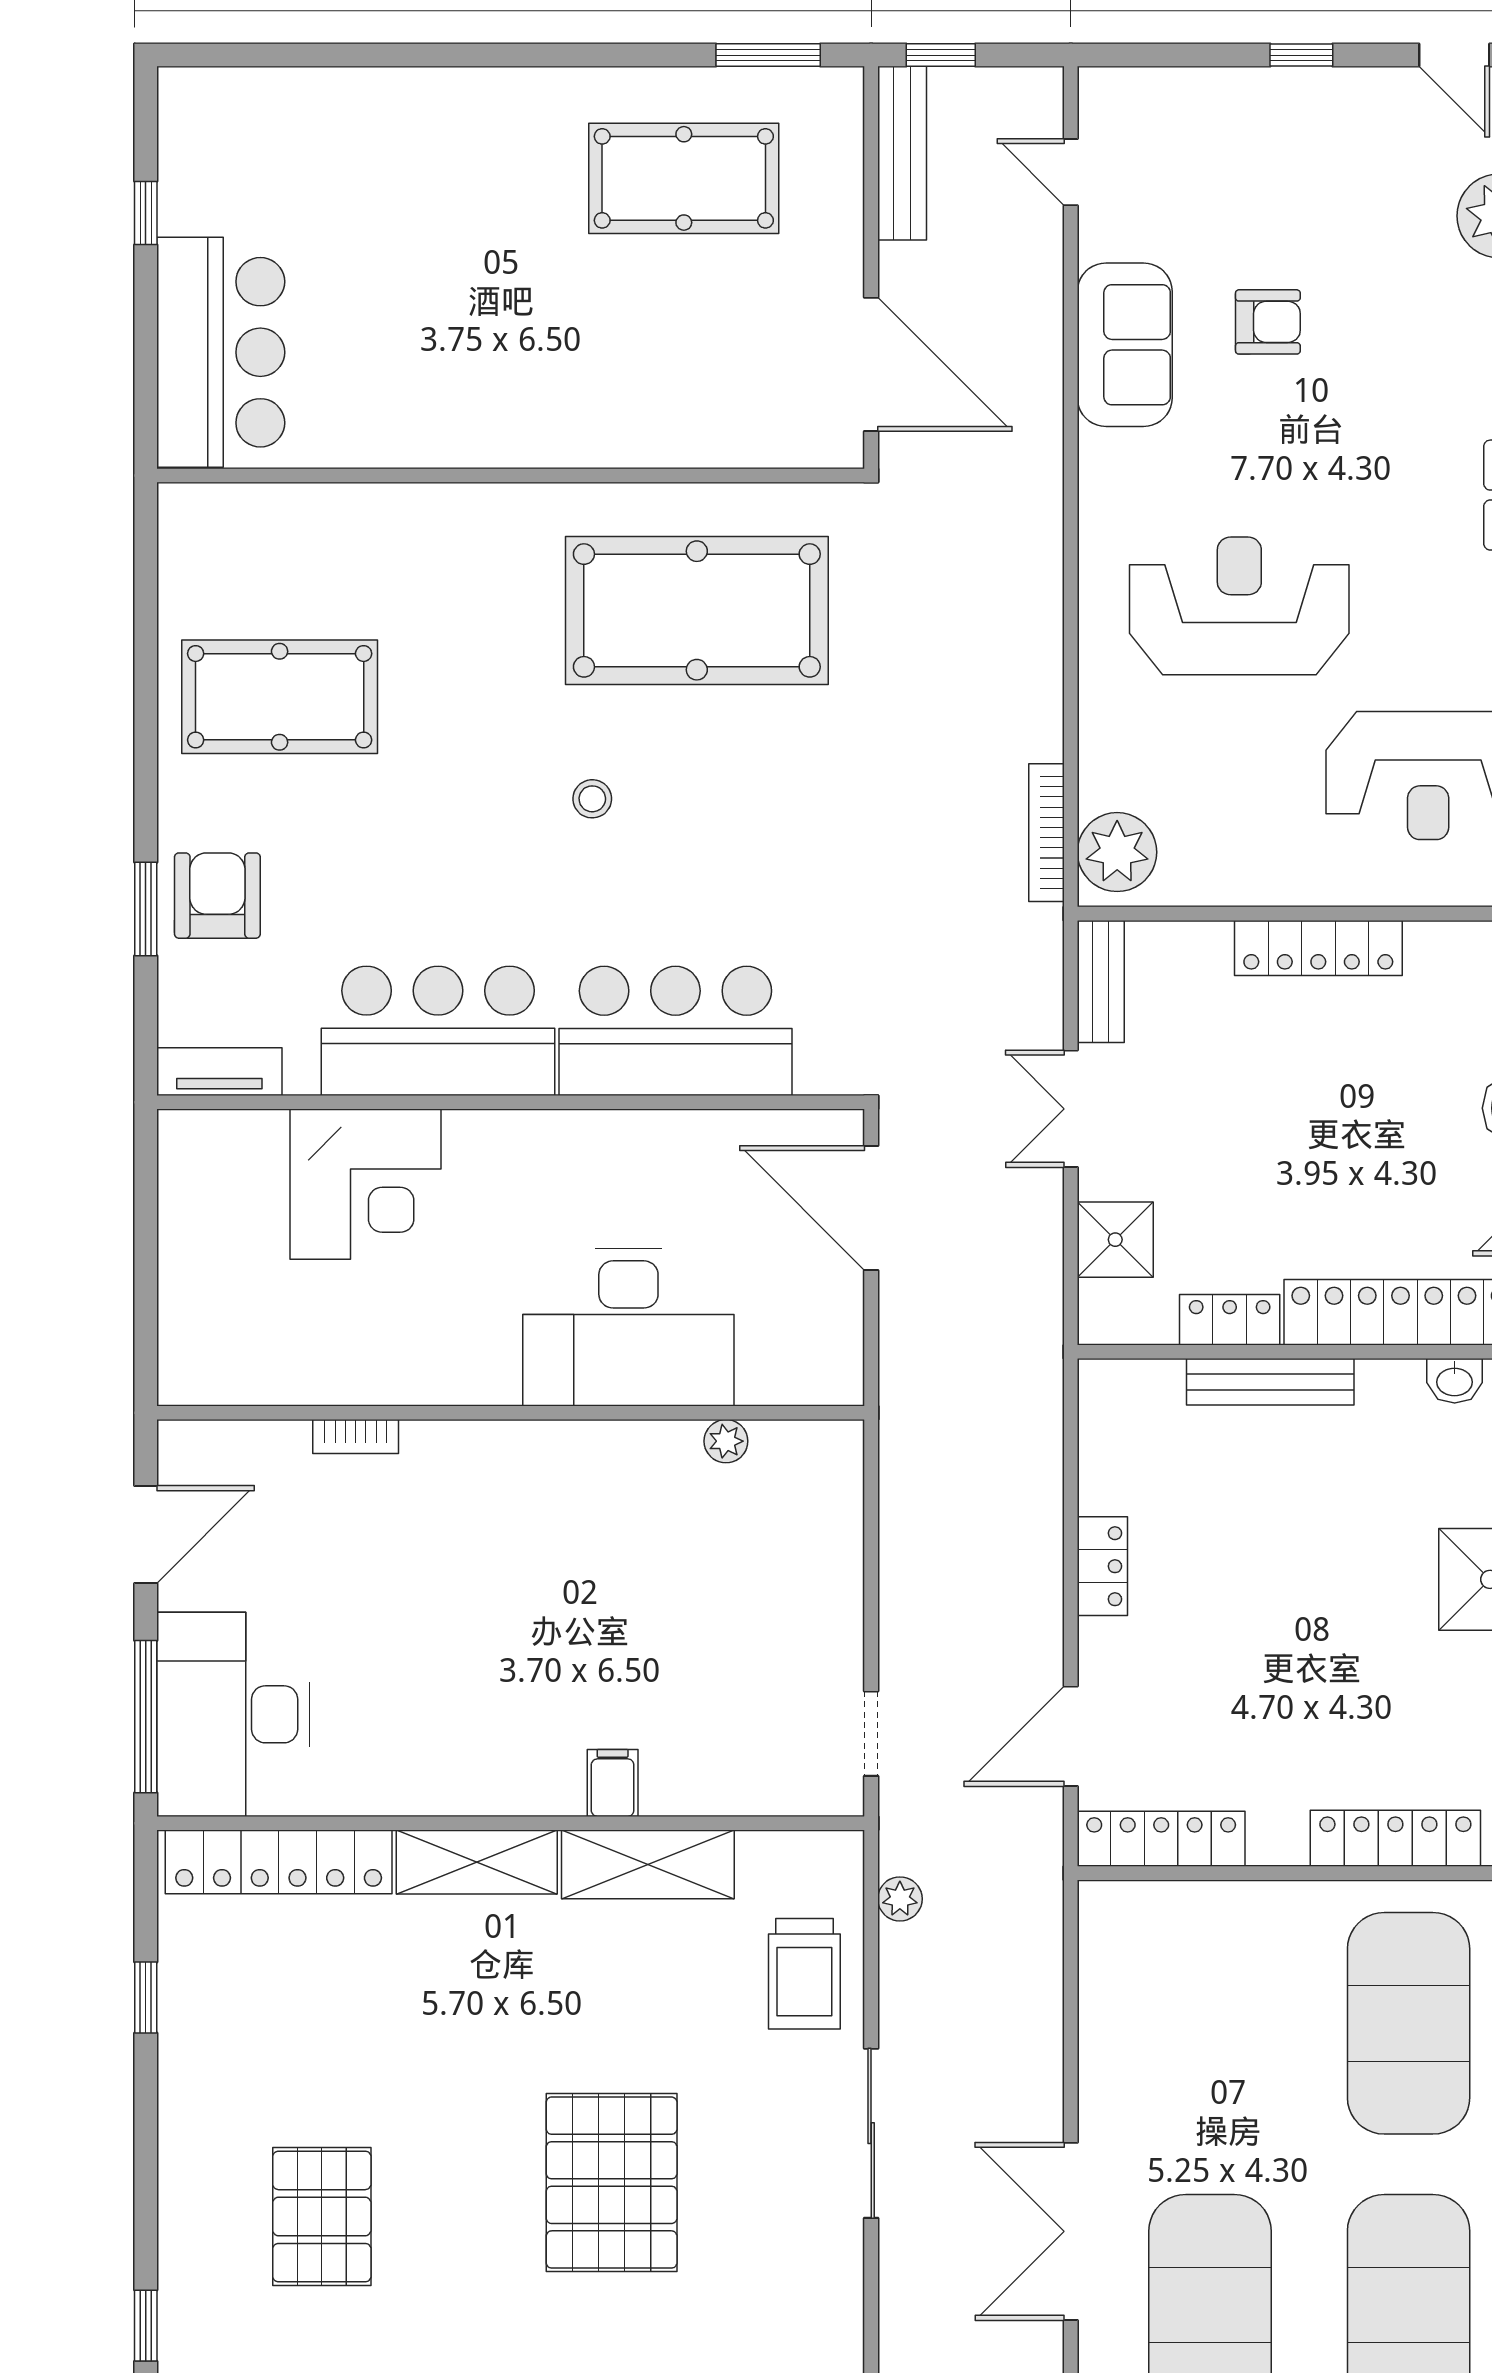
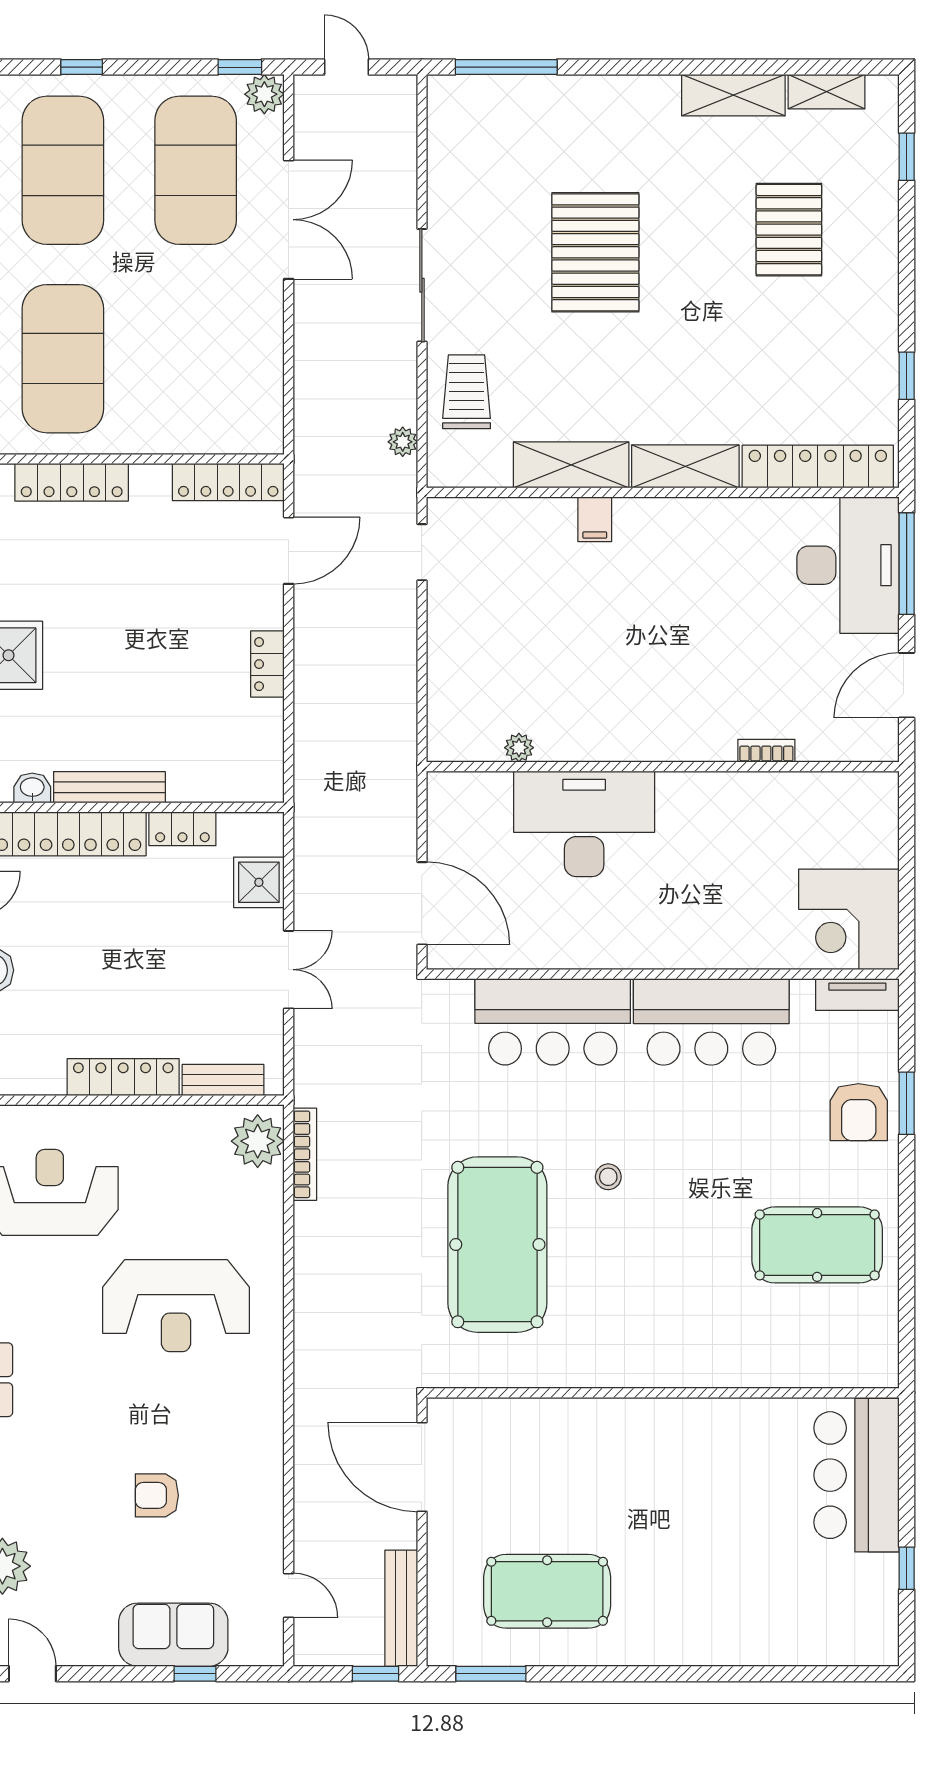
window: (1301, 55) -> (195, 1674), moved
sofa: (1125, 345) -> (173, 1635), moved, turned 90
pool table: (697, 610) -> (497, 1245), moved, turned 90
bench: (1101, 981) -> (223, 1080), moved, turned 90
corner desk: (366, 1184) -> (849, 919), moved, turned -90
bench: (1270, 1382) -> (109, 787), moved

